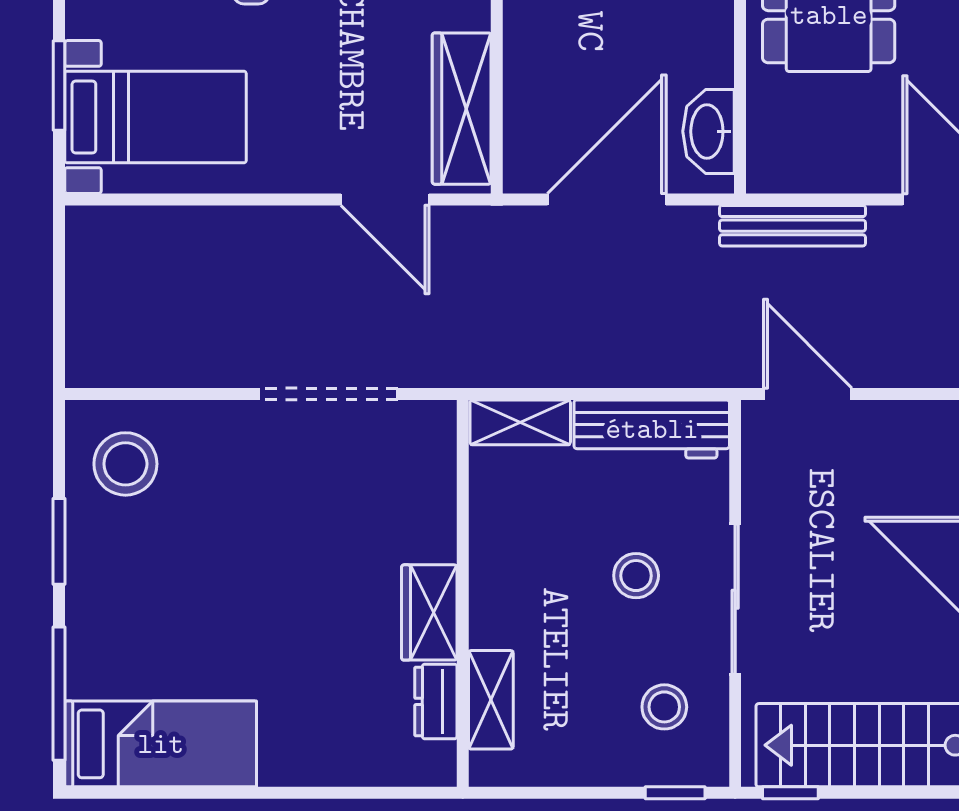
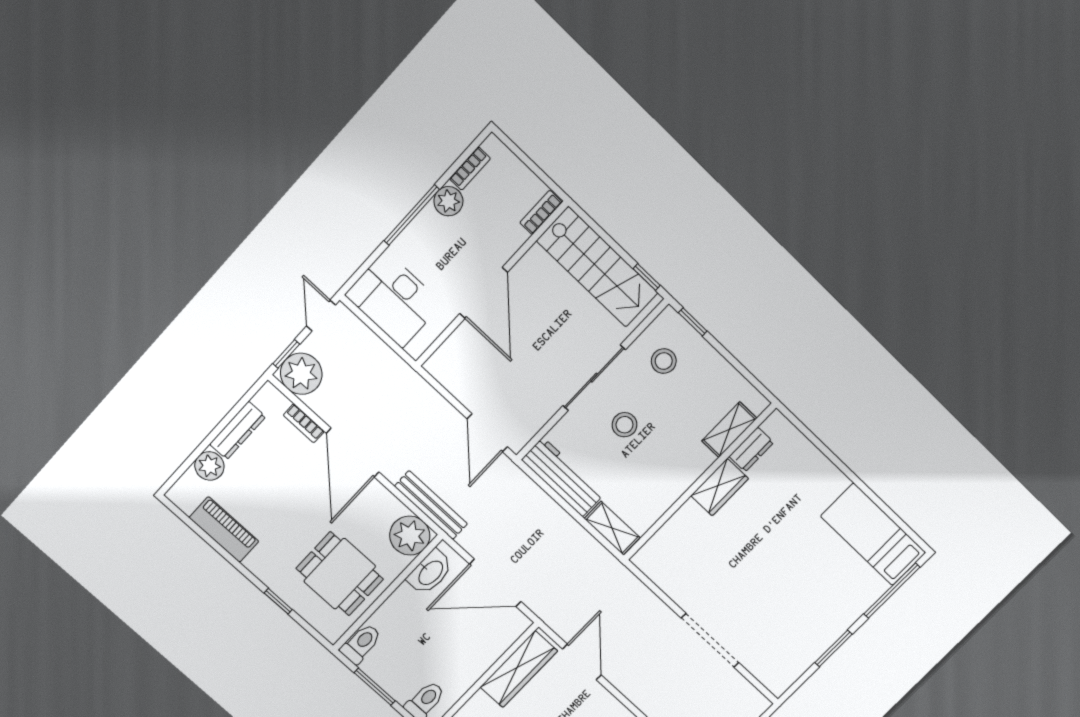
plant: (783, 157) -> (410, 536), added
doorway: (328, 394) -> (710, 640), moved
stool: (125, 464) -> (779, 654), removed

